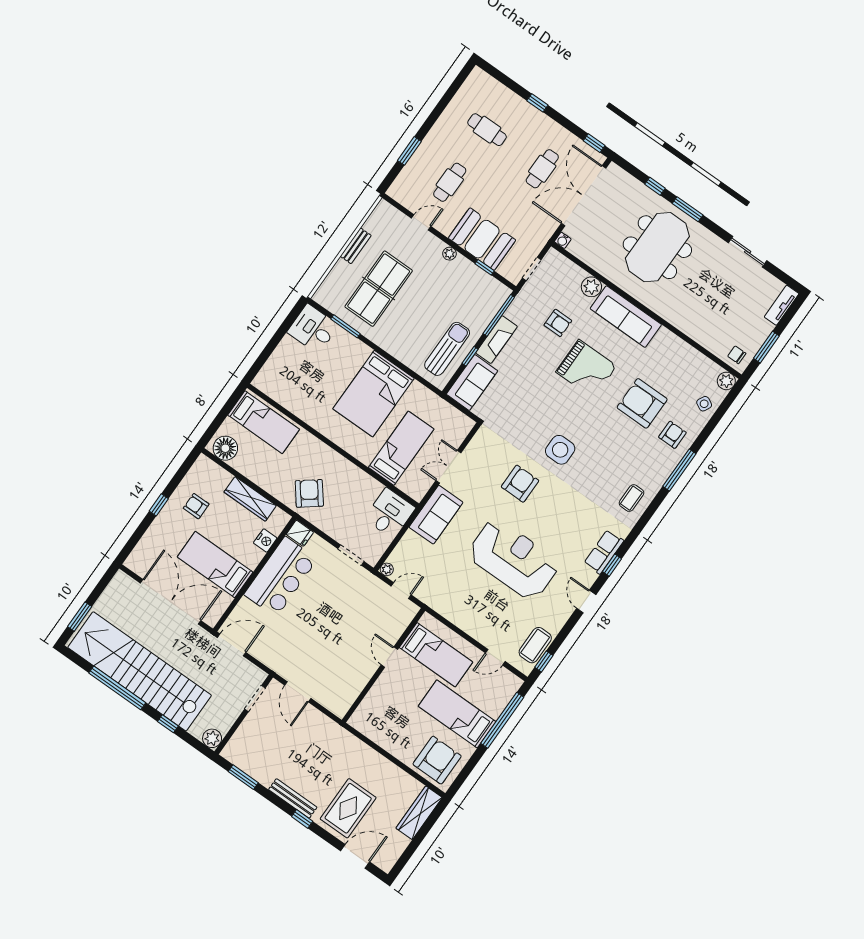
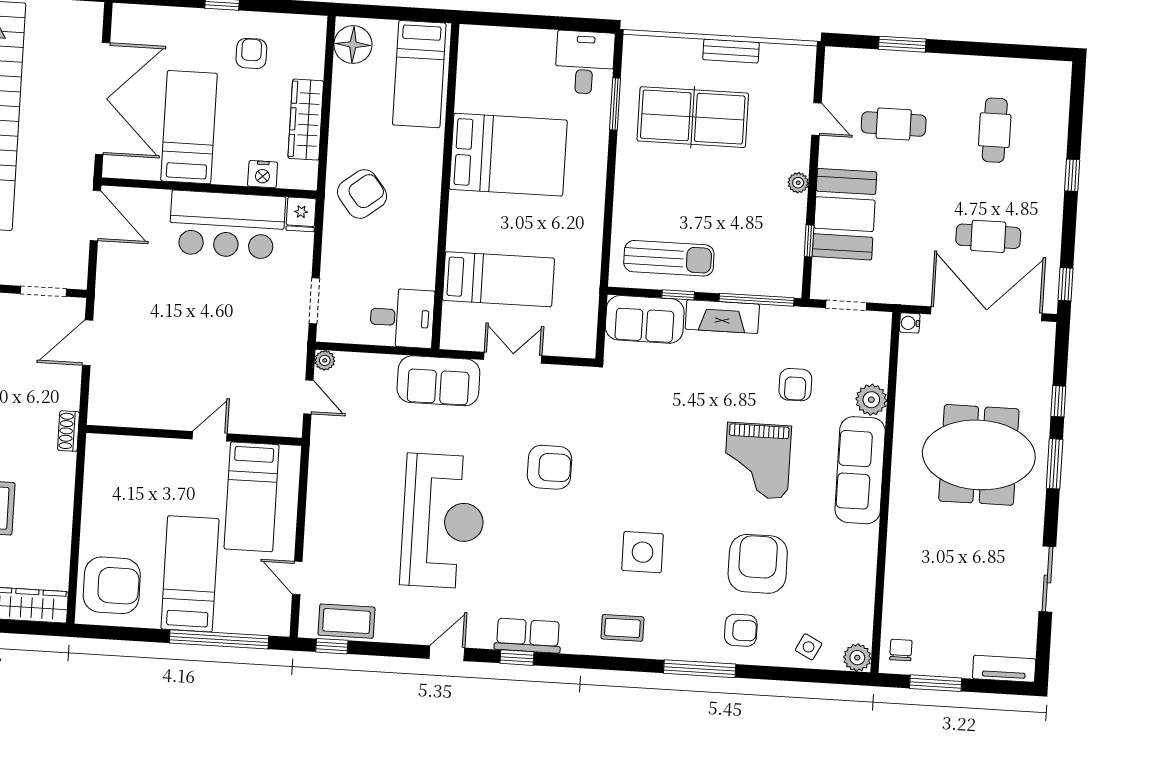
bed: (374, 394) -> (508, 155), moved, turned 180
side table: (560, 450) -> (643, 552), moved
shoe rack: (339, 732) -> (68, 431), added

